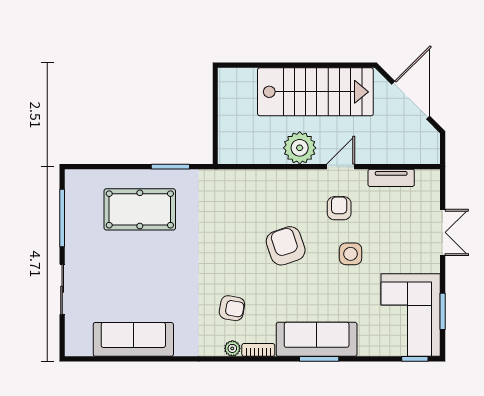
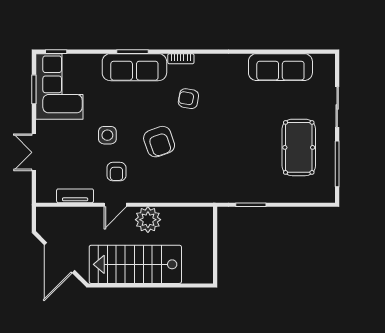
pool table: (140, 209) -> (299, 147), moved, turned 90
armchair: (232, 308) -> (188, 99), moved
plant: (232, 348) -> (202, 60), removed

